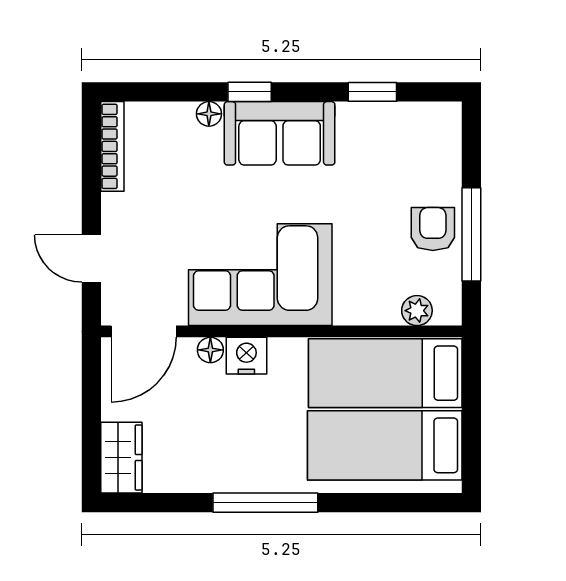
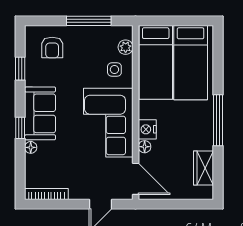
armchair: (433, 229) -> (52, 47), moved, turned -90
side table: (371, 288) -> (114, 70), added
wardrobe: (121, 458) -> (204, 168), moved, turned -90

